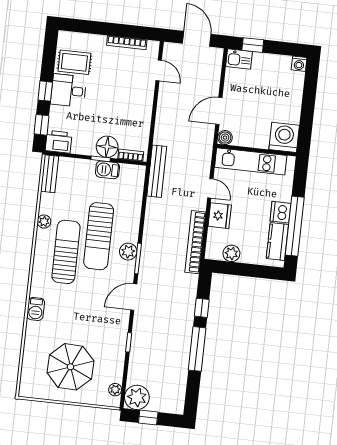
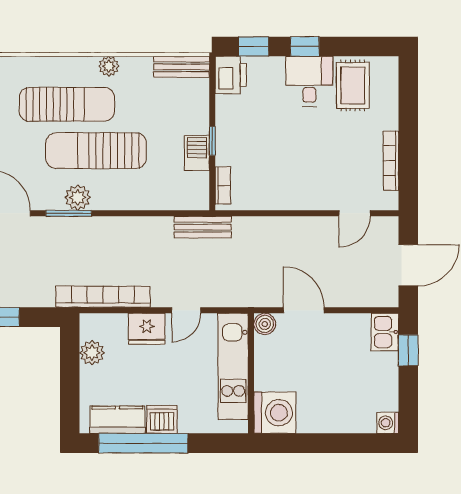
floor lamp: (107, 147) -> (231, 149), removed
bench: (157, 171) -> (203, 227), width x0.73

